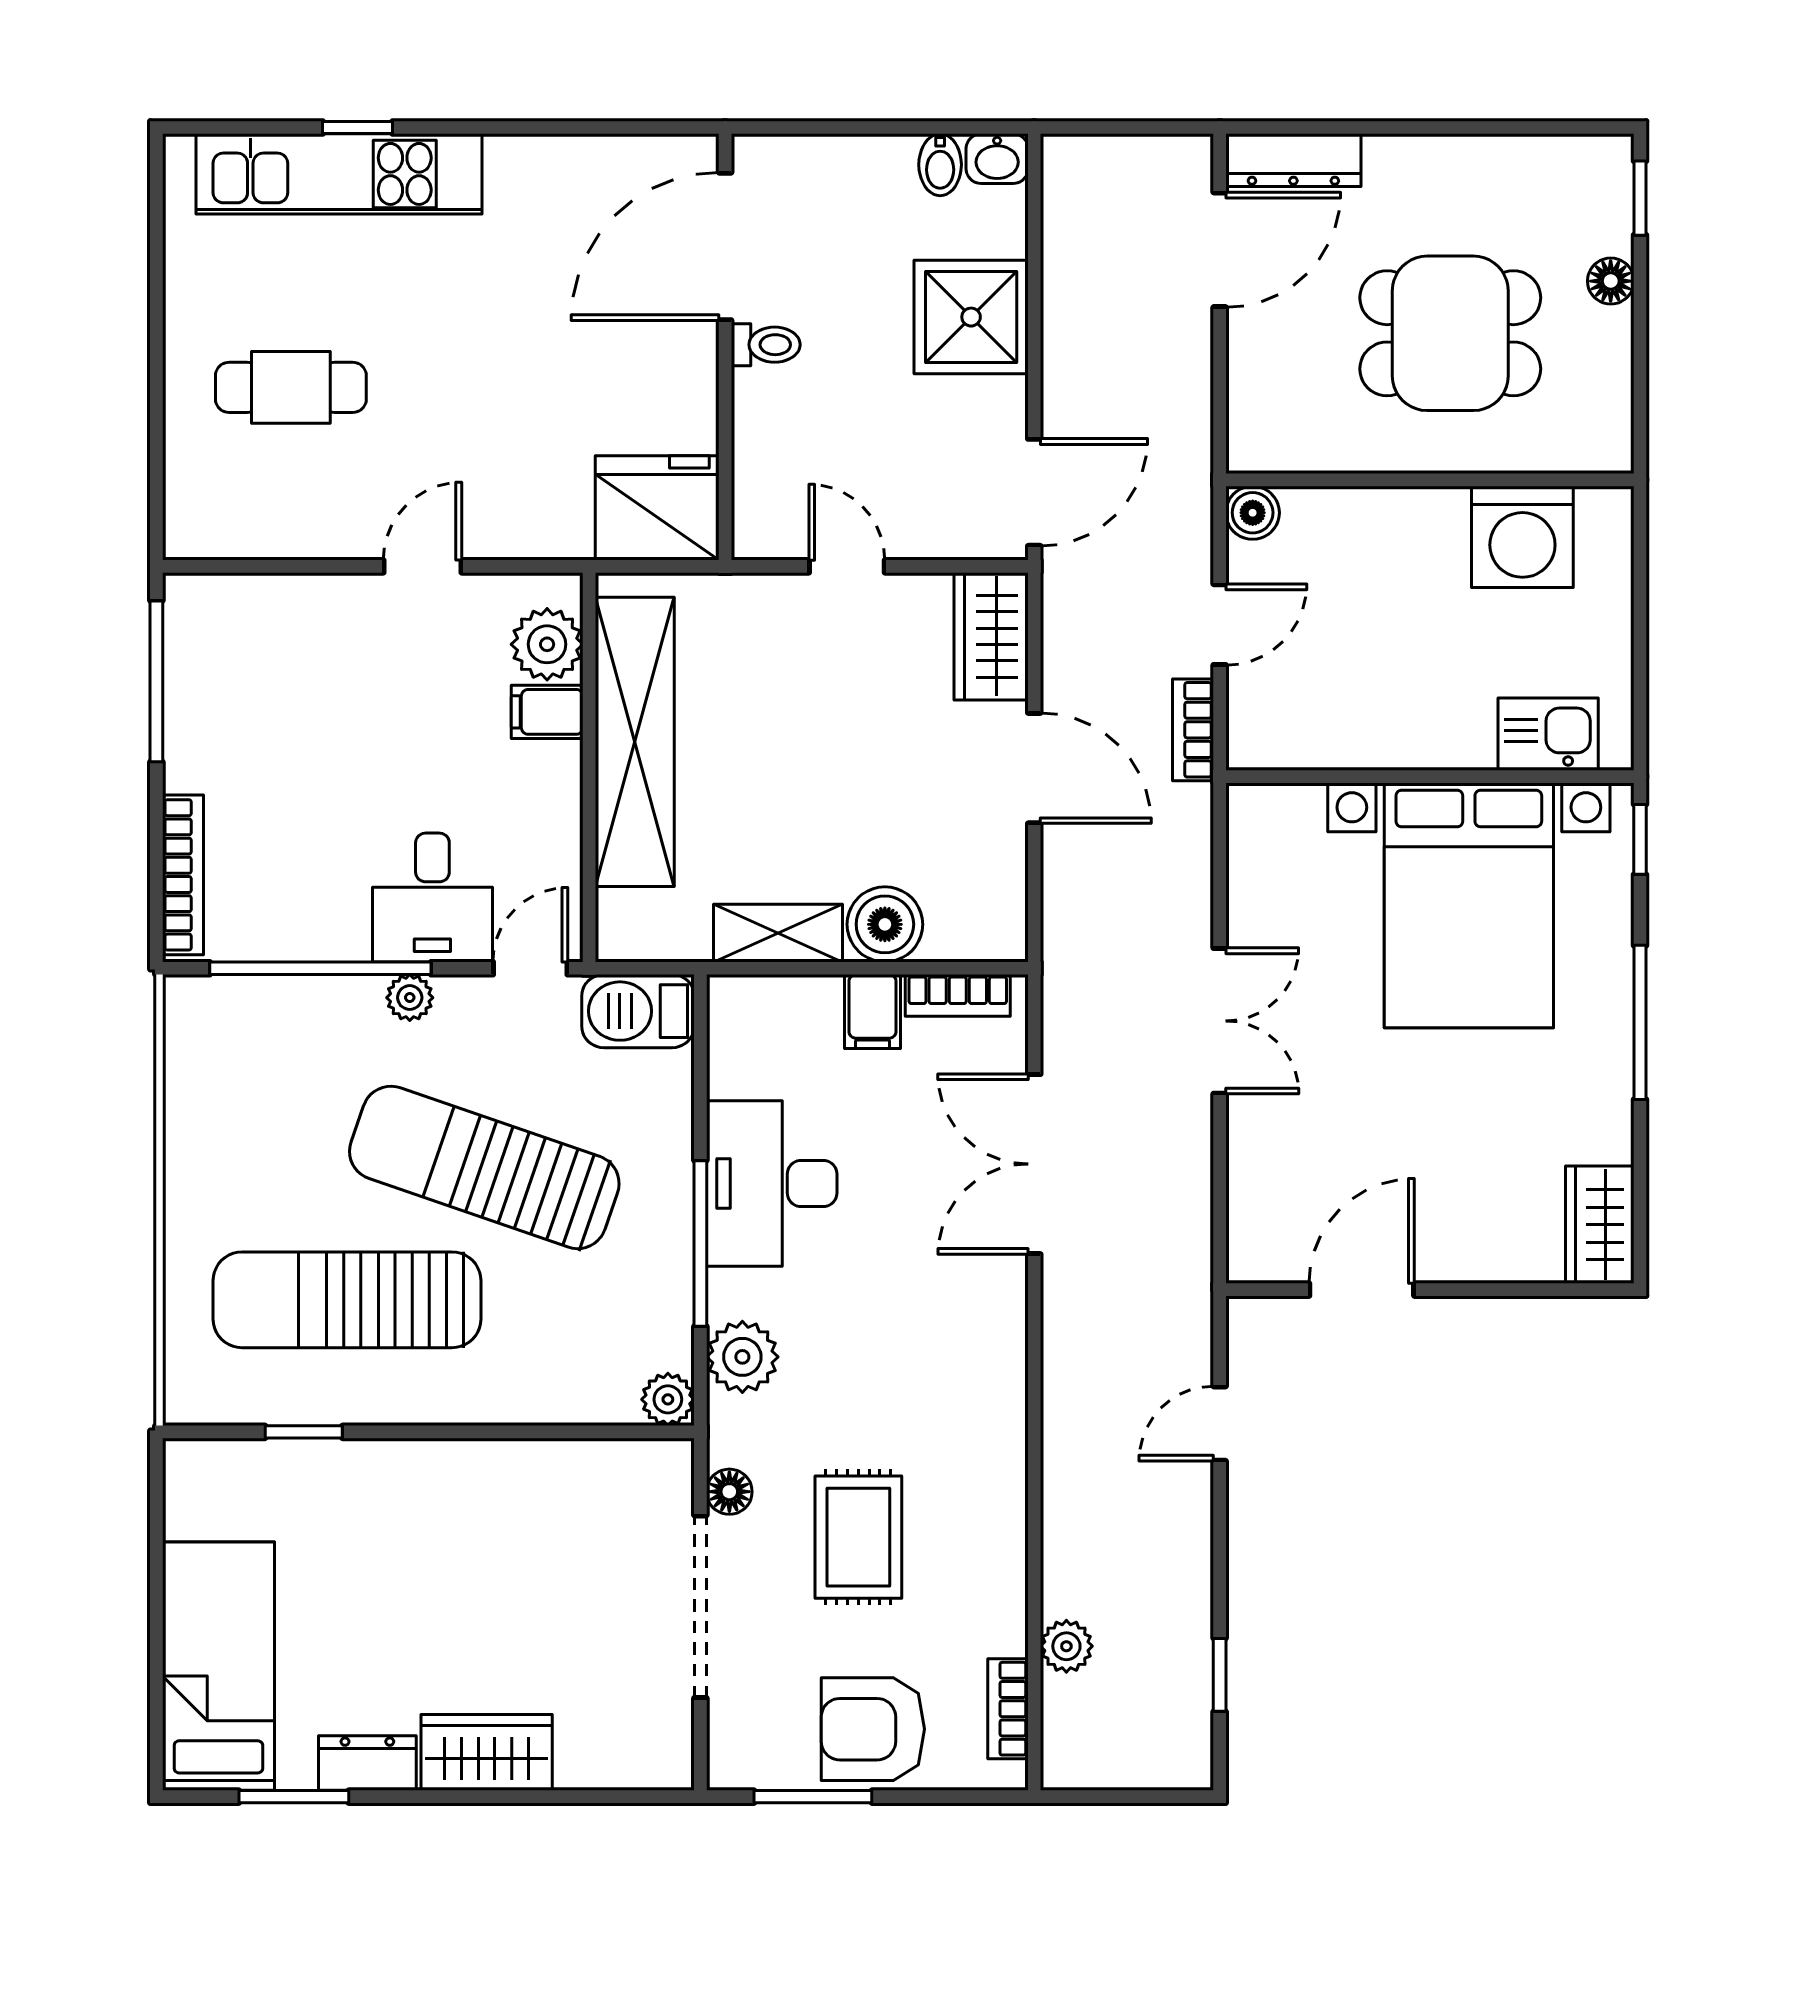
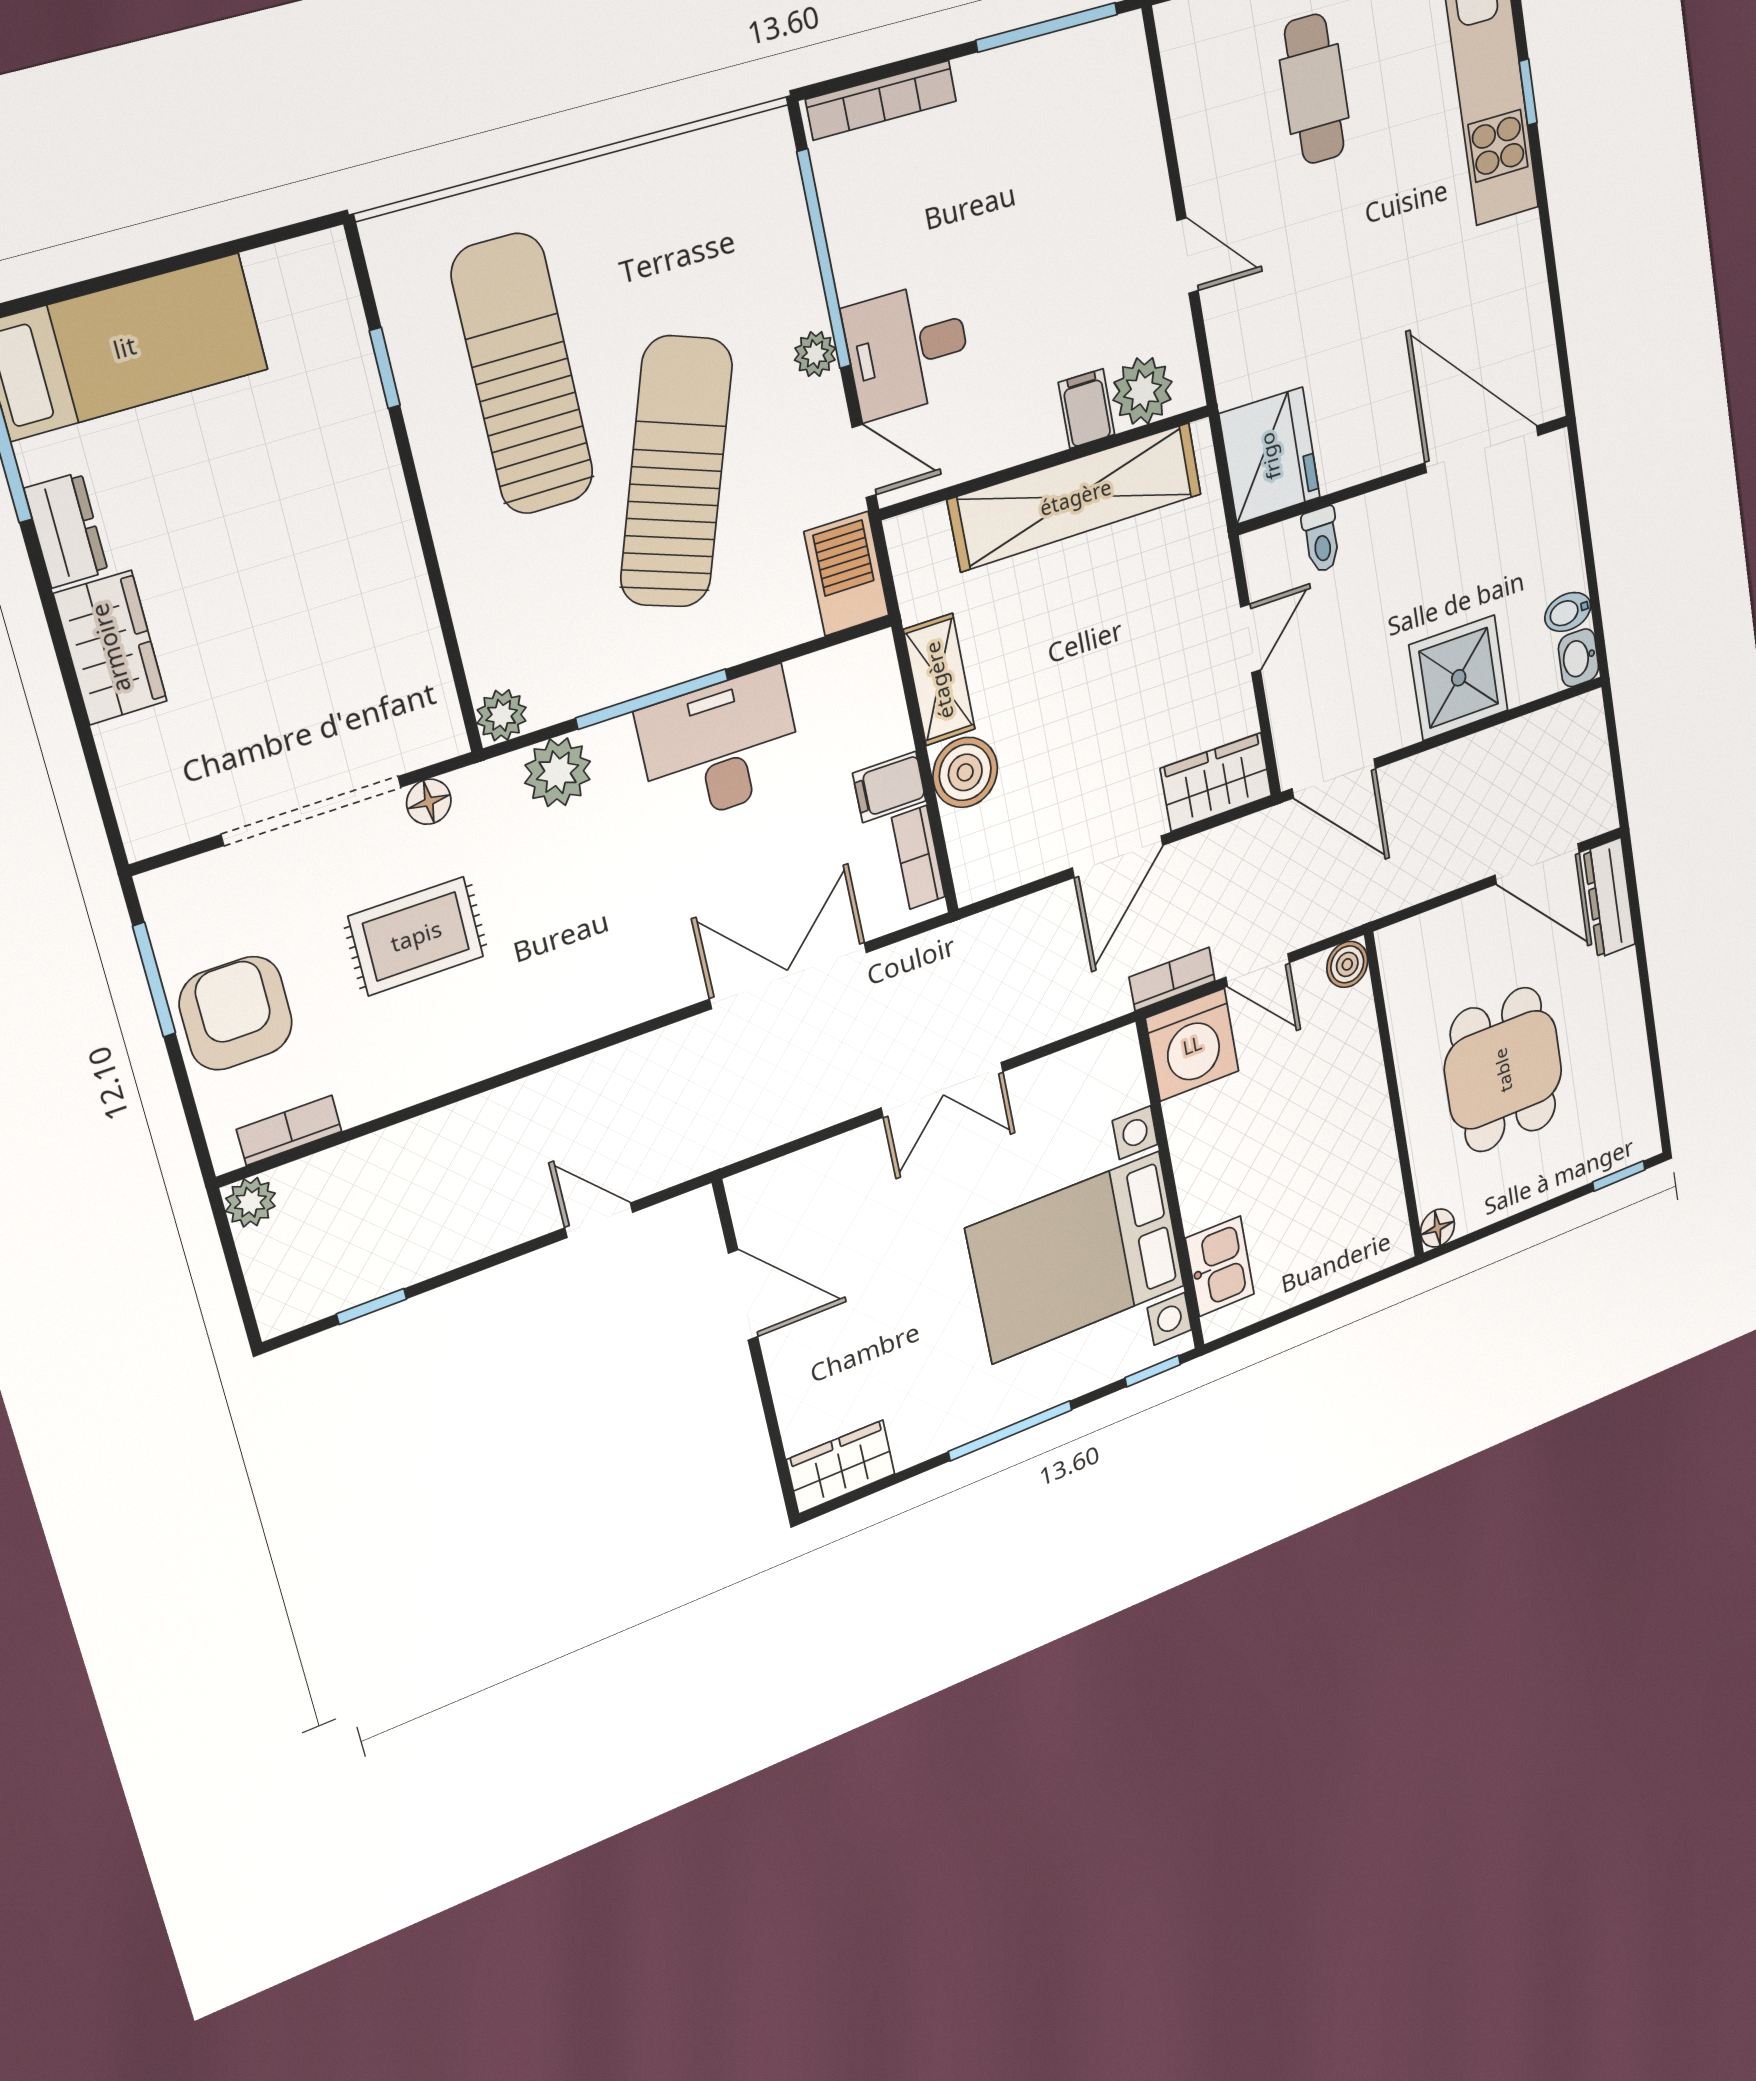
floor lamp: (1611, 281) -> (1438, 1228), moved
toilet: (766, 345) -> (1321, 540), moved
washing machine: (1522, 537) -> (1192, 1045), moved, turned -90
plant: (1066, 1646) -> (250, 1202), moved

